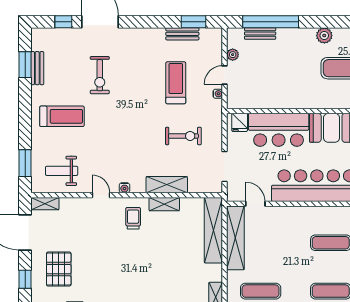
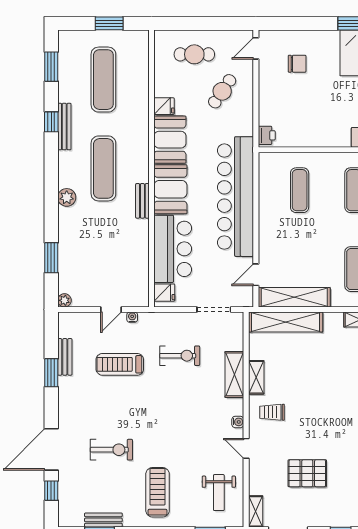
window: (193, 22) -> (51, 373), moved
window: (271, 22) -> (51, 258), width x0.47
bench: (260, 33) -> (142, 201), moved
plant: (233, 55) -> (64, 300), moved
door: (225, 75) -> (111, 309), hinge flipped
exercise bike: (183, 136) -> (180, 356), turned 90
door: (101, 195) -> (246, 448), hinge flipped
pallet: (59, 269) -> (307, 473), moved

